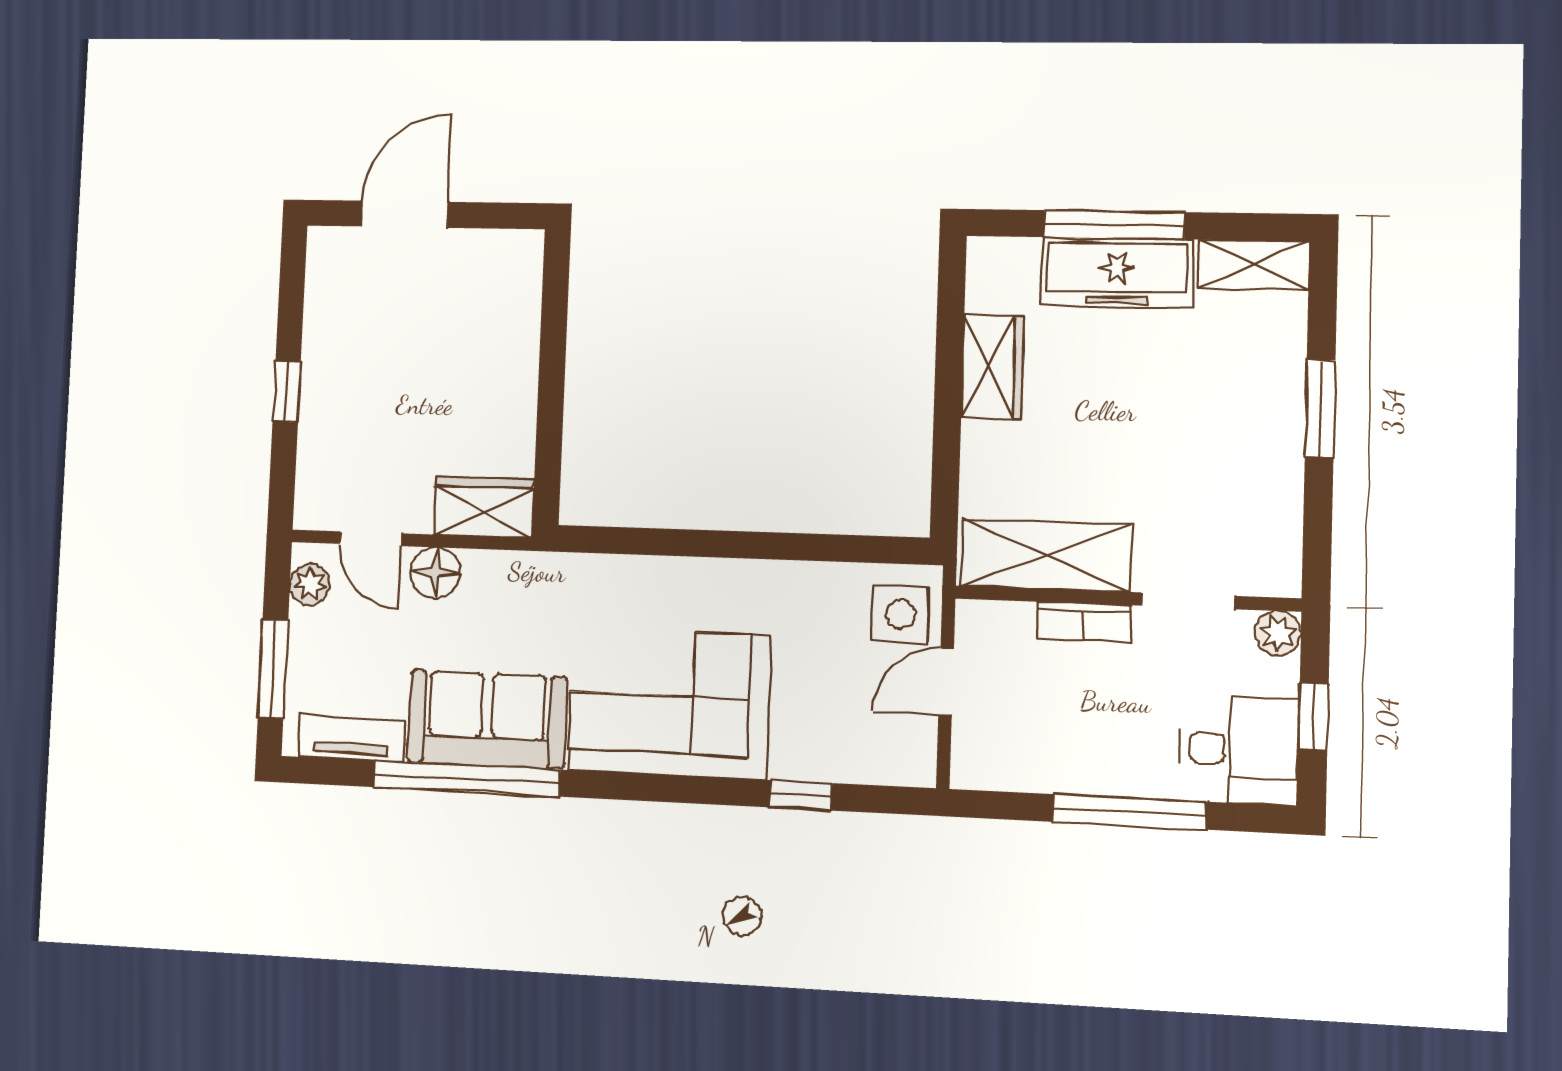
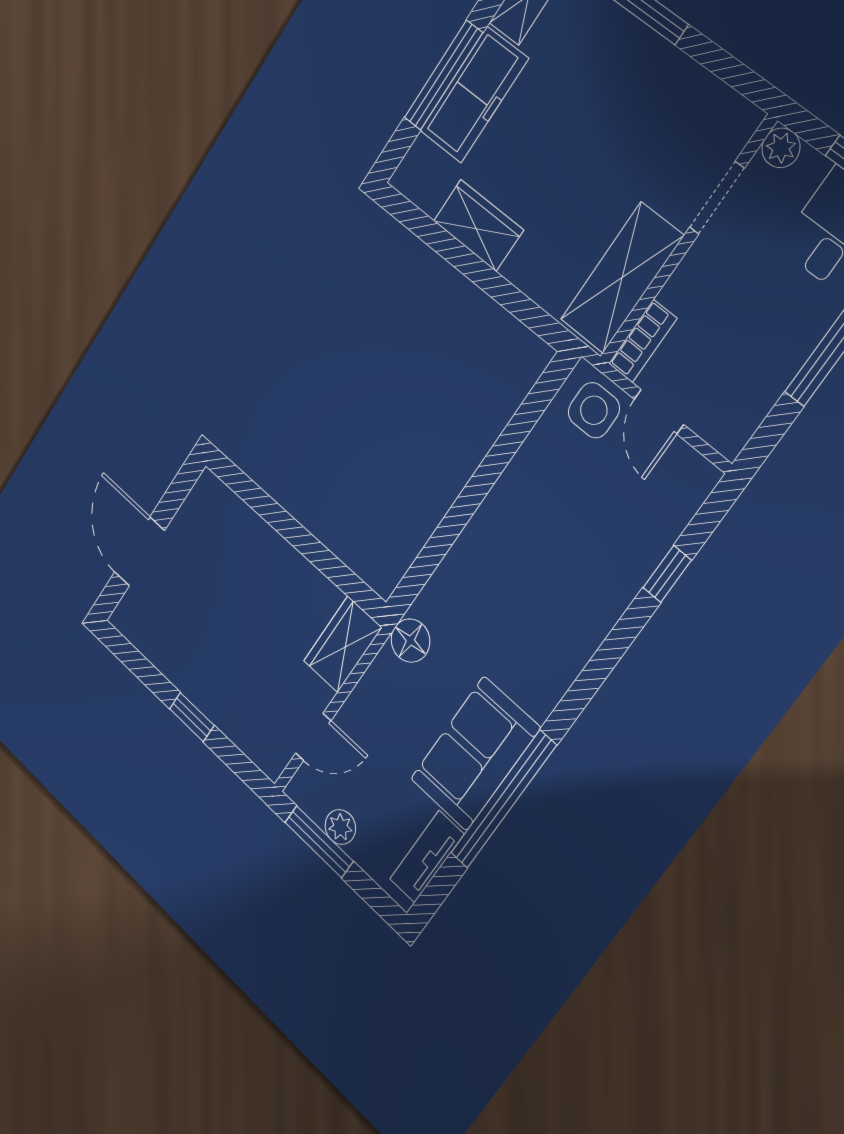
floor lamp: (436, 573) -> (410, 641), moved
plant: (310, 584) -> (340, 827), moved
bookcase: (1084, 622) -> (643, 341), moved
window: (273, 669) -> (319, 842), moved
corner sofa: (669, 703) -> (546, 618), removed

